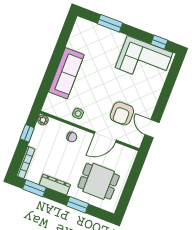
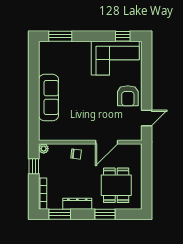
window: (110, 23) -> (60, 36), moved
armchair: (122, 113) -> (128, 96), moved
side table: (78, 114) -> (73, 130), removed
door: (152, 129) -> (147, 118), swing flipped
dining table: (99, 181) -> (116, 185), turned 90

